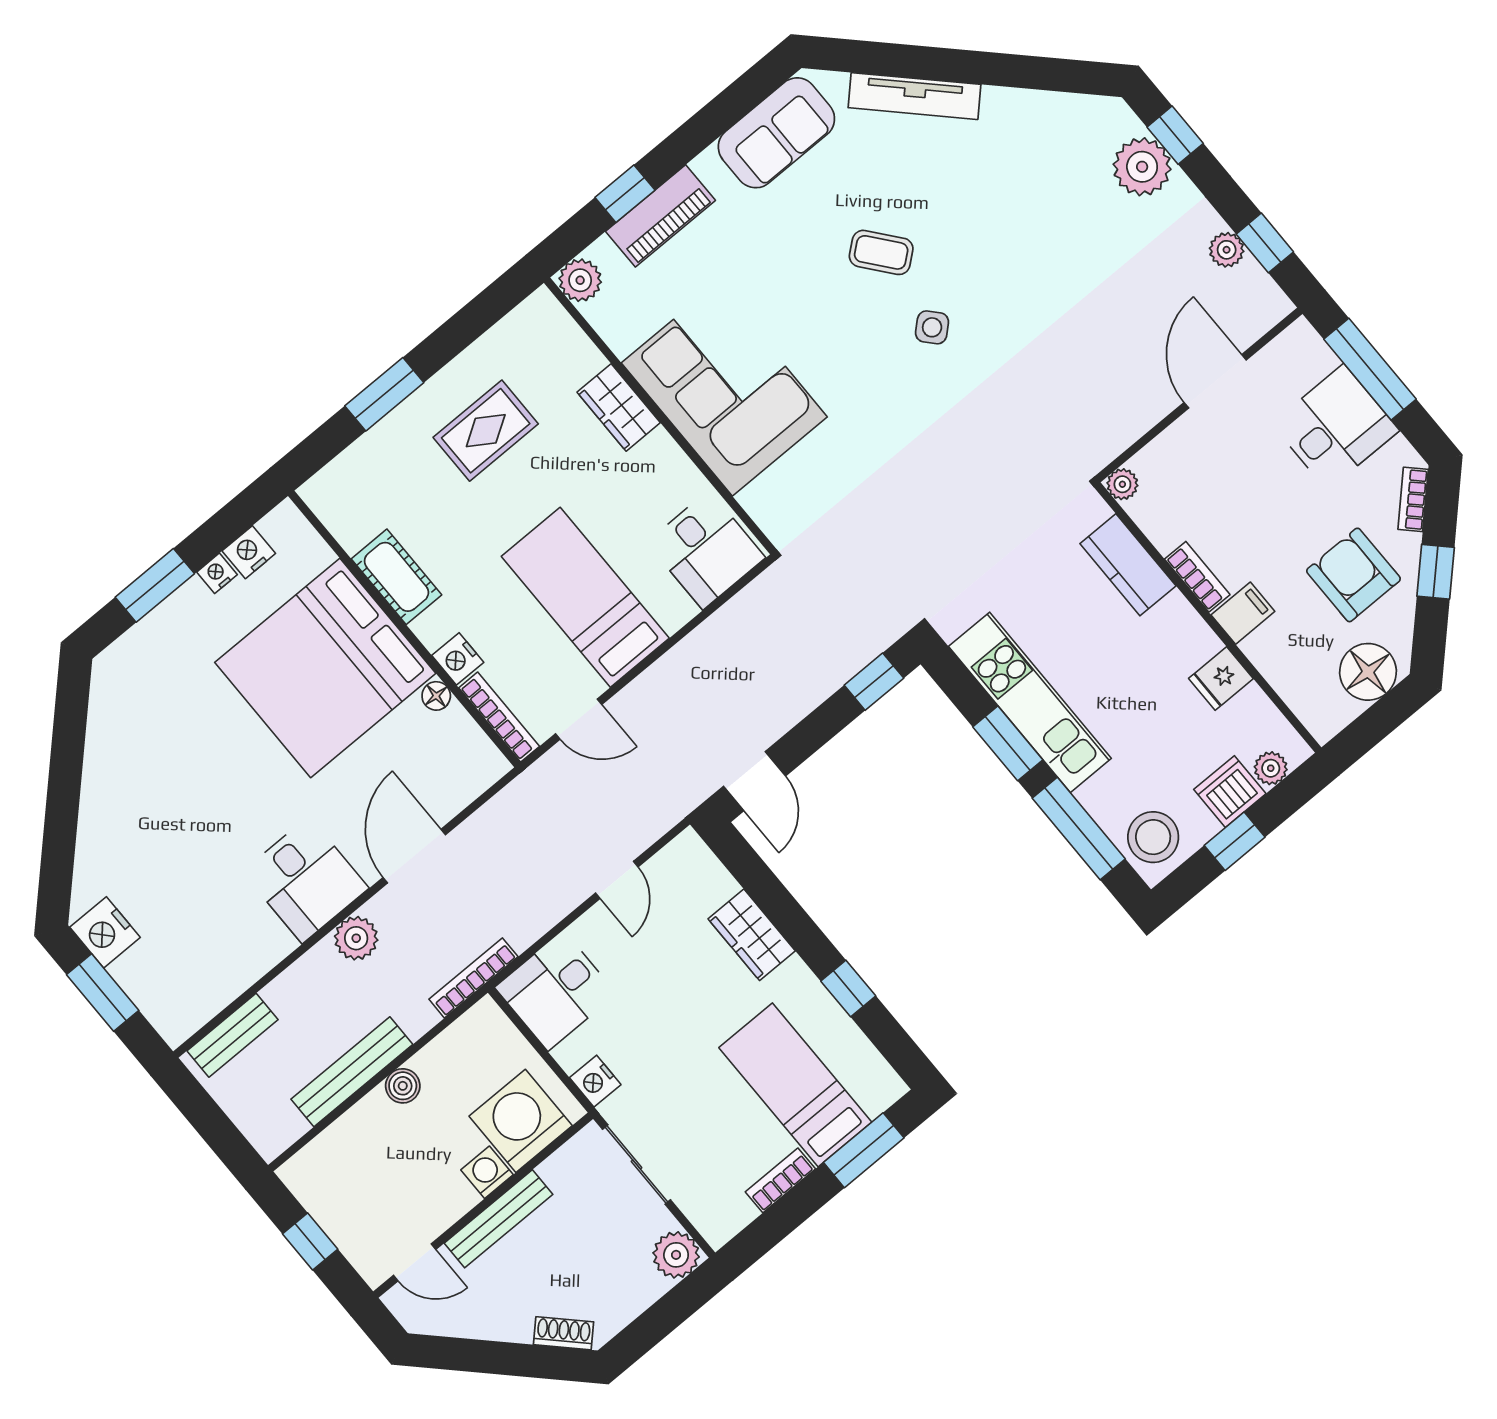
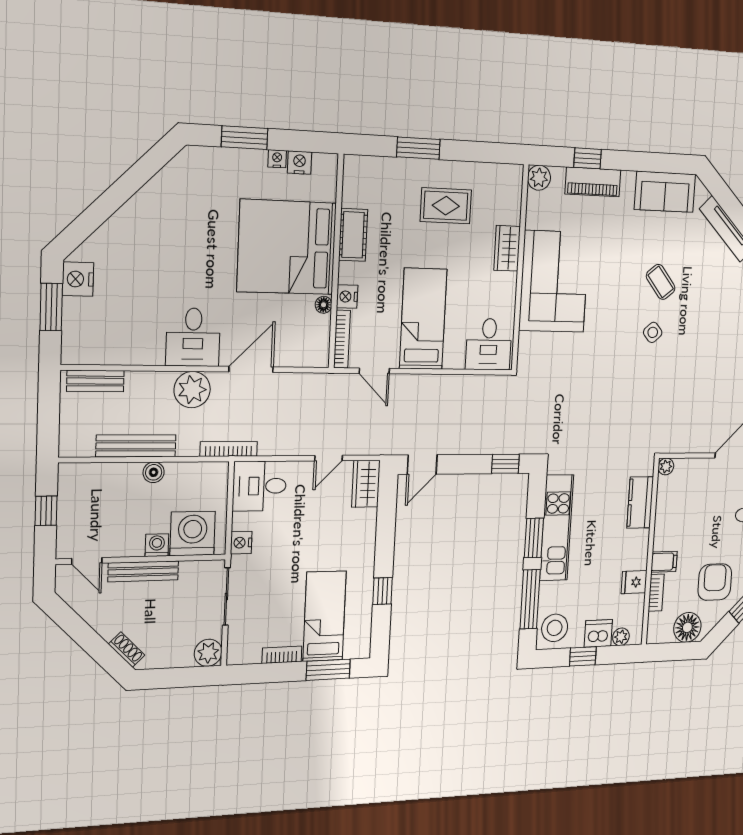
bookcase: (1197, 577) -> (656, 593), moved
wardrobe: (752, 935) -> (366, 484), moved
plant: (356, 938) -> (192, 390), width x1.36, depth x1.36

